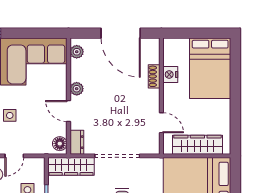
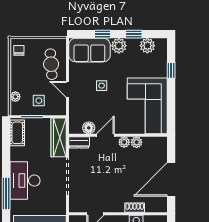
plant: (77, 52) -> (137, 142), moved
floor lamp: (60, 144) -> (89, 128), moved

